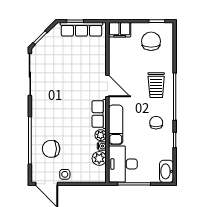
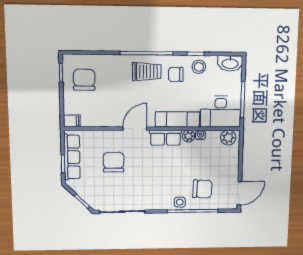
filing cabinet: (120, 30) -> (72, 121), width x0.50
chair: (151, 41) -> (84, 80), turned 90
chair: (77, 67) -> (114, 162), added
trolley: (156, 85) -> (147, 72), moved
stool: (163, 143) -> (199, 67), added
chair: (51, 149) -> (202, 189), turned -87
plant: (99, 158) -> (228, 138), moved
side table: (65, 174) -> (180, 202), moved

